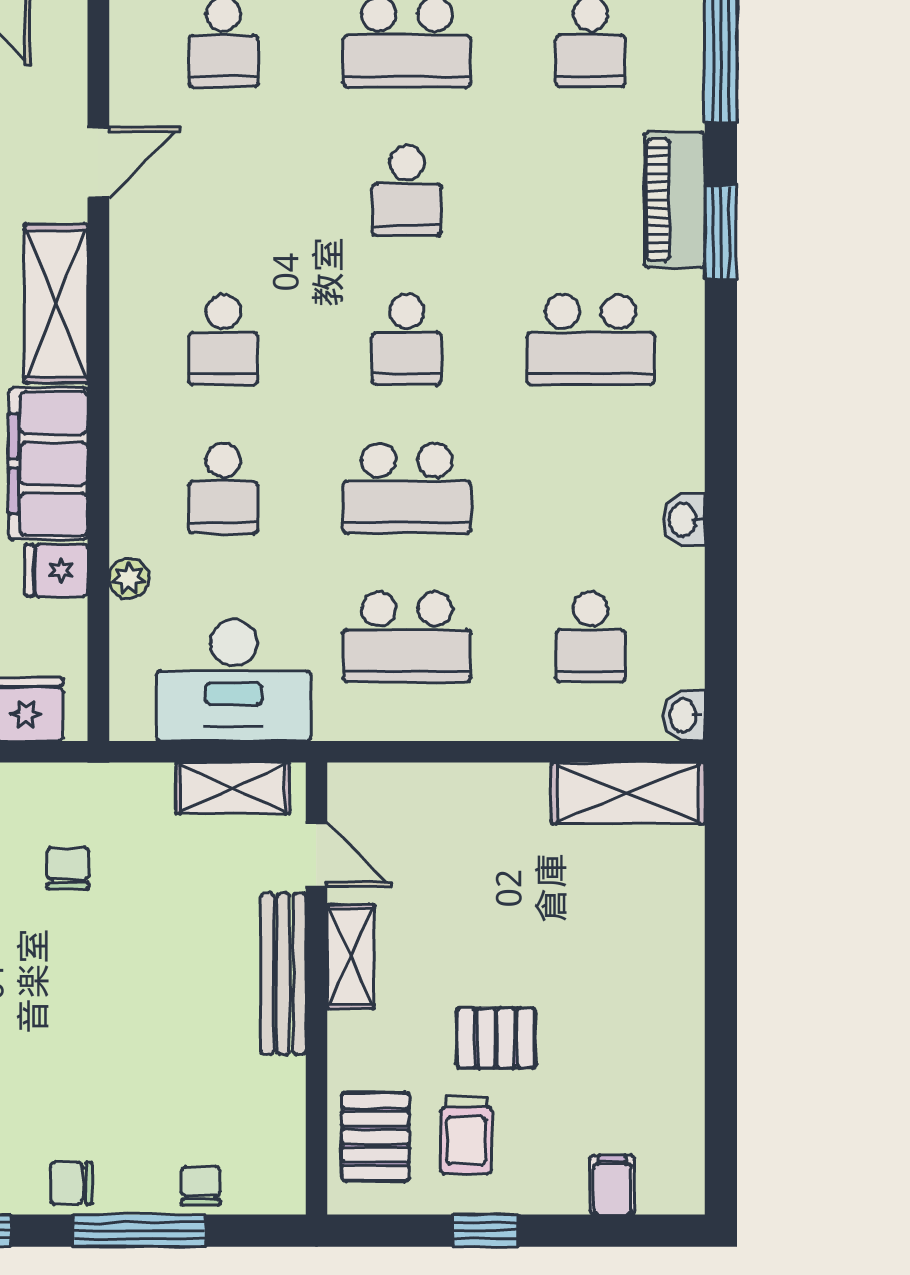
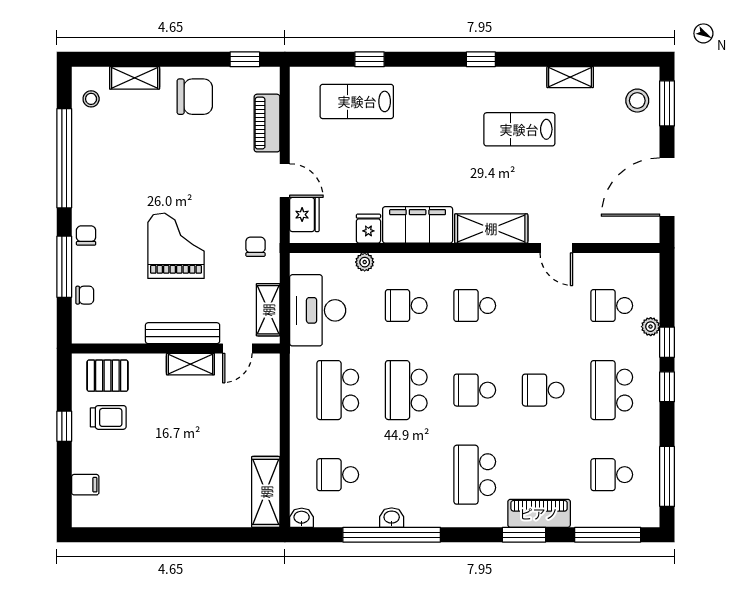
window: (721, 520) -> (392, 535), added
chair: (68, 868) -> (255, 247), moved, turned -90
grand piano: (94, 988) -> (176, 246), added
pallet: (496, 1038) -> (153, 431), removed
trolley: (466, 1135) -> (108, 417), turned 180

